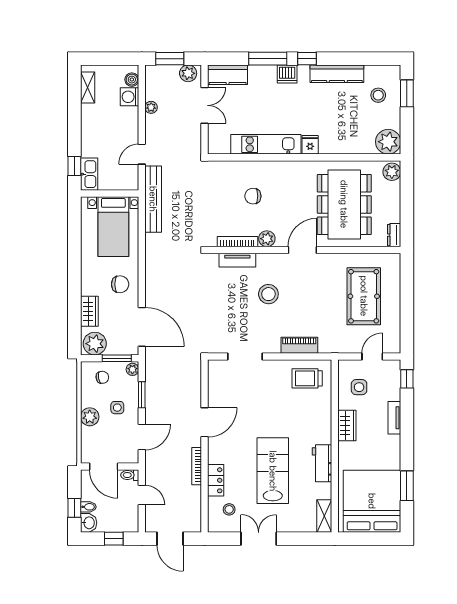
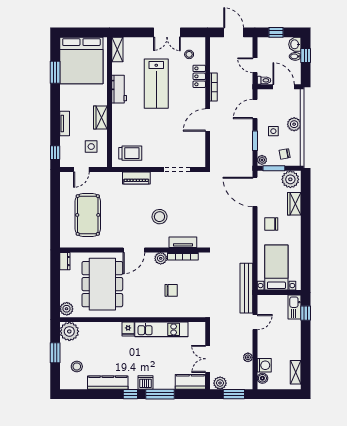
window: (407, 93) -> (55, 353), moved

